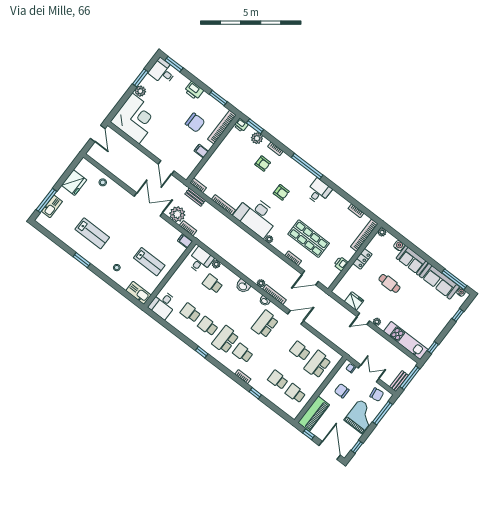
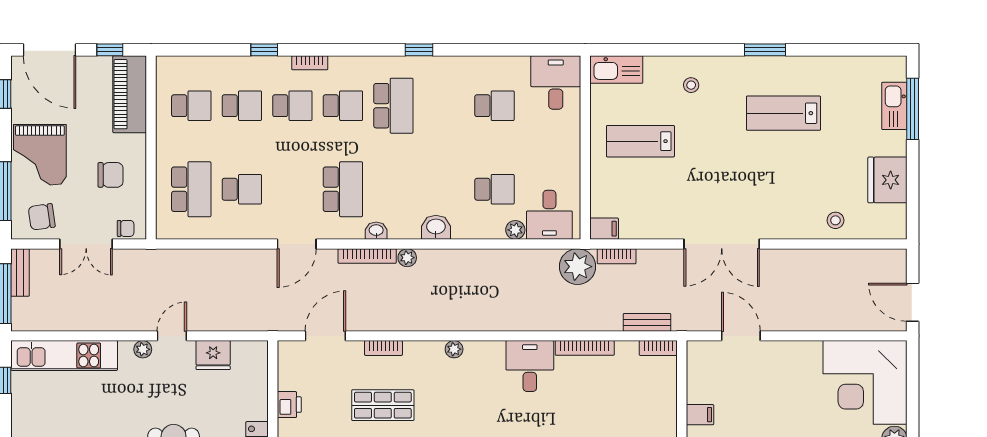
plant: (177, 214) -> (578, 267), moved
desk: (257, 216) -> (530, 366), width x0.53, depth x0.77
shop shelf: (309, 239) -> (383, 405), width x0.70, depth x0.74
school desk: (208, 326) -> (292, 106), moved

